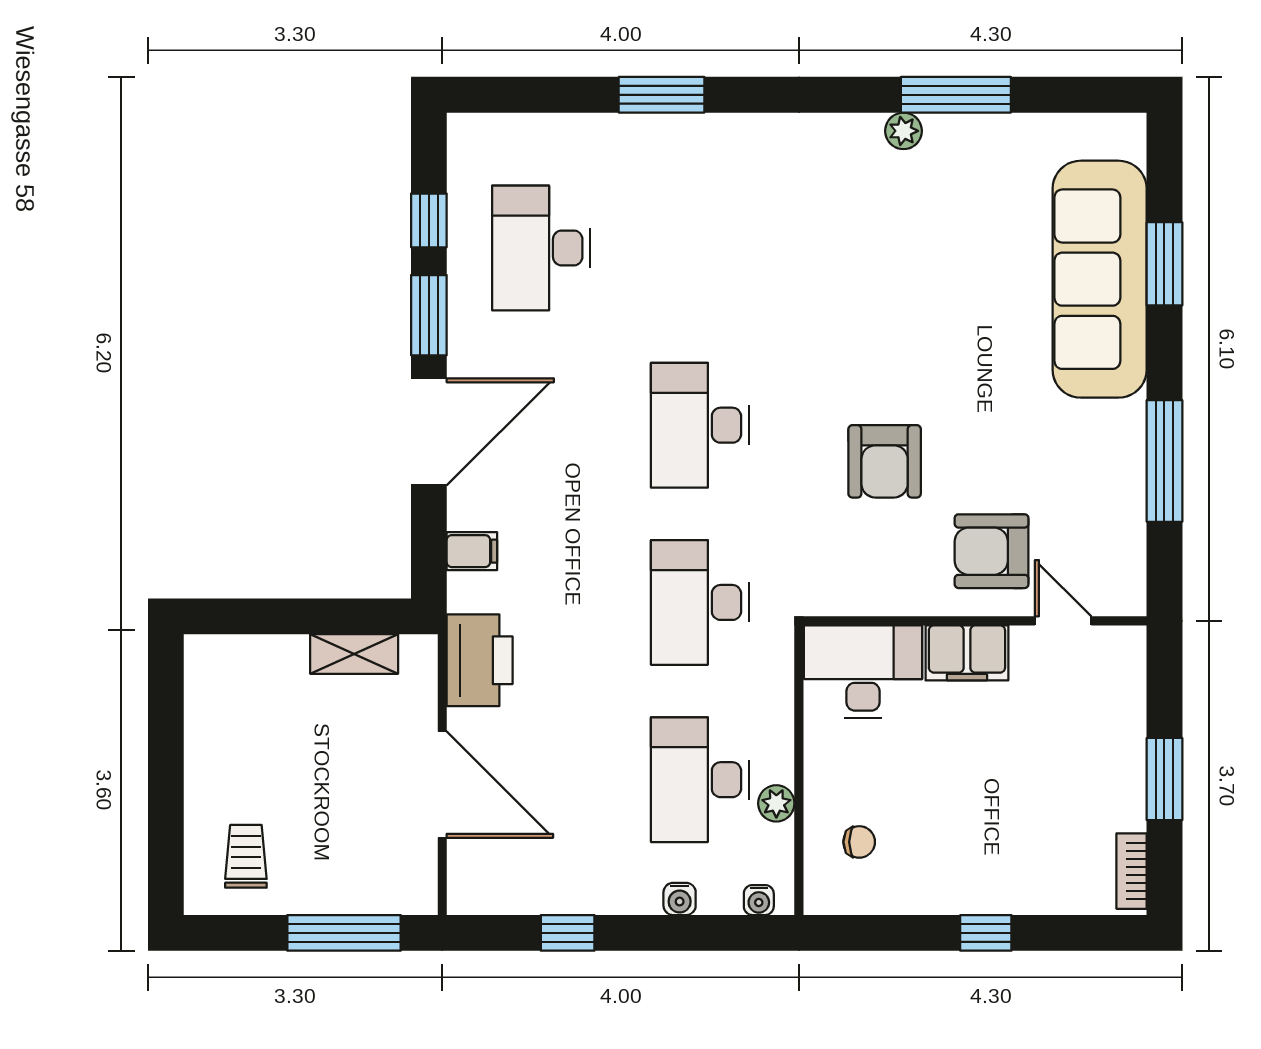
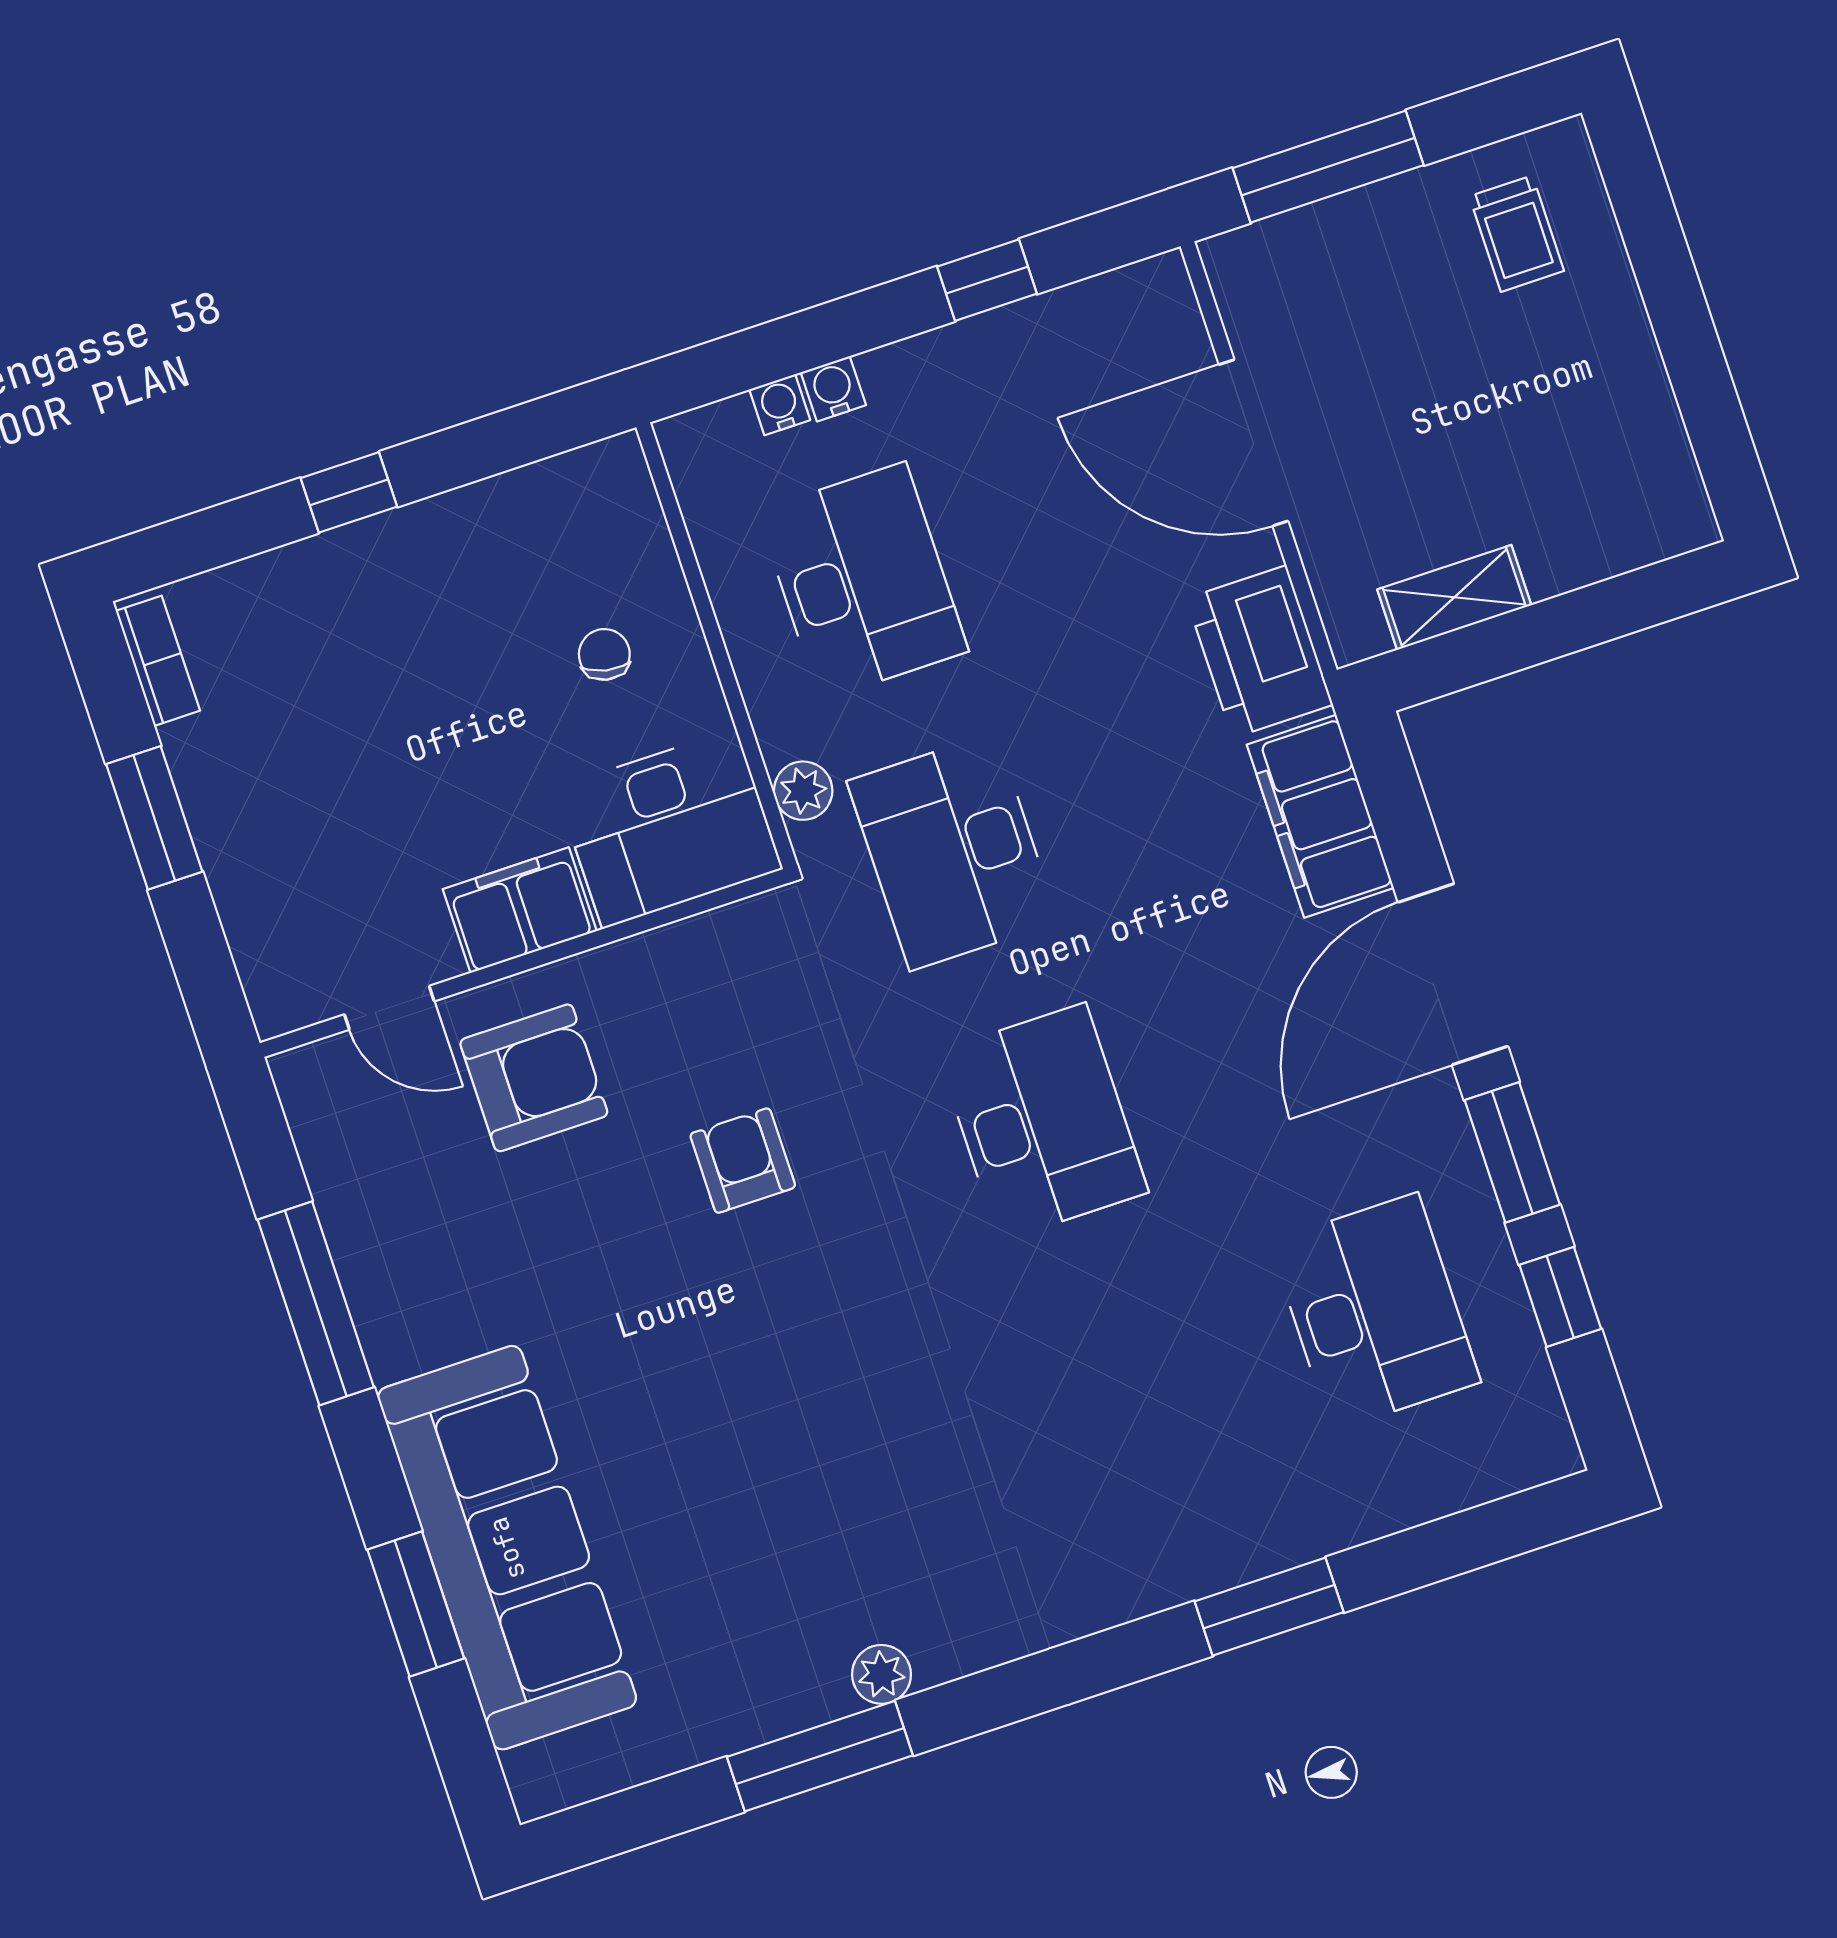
armchair: (885, 461) -> (743, 1161), width x0.72, depth x0.72
filing cabinet: (472, 551) -> (1320, 816), width x3.00, depth x1.17
desk: (700, 602) -> (953, 852), turned 180
plant: (776, 803) -> (803, 791), moved
chair: (859, 842) -> (604, 654), moved, turned 102
water cooler: (759, 900) -> (780, 405), moved

